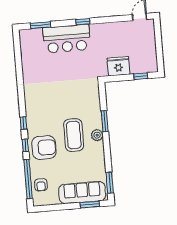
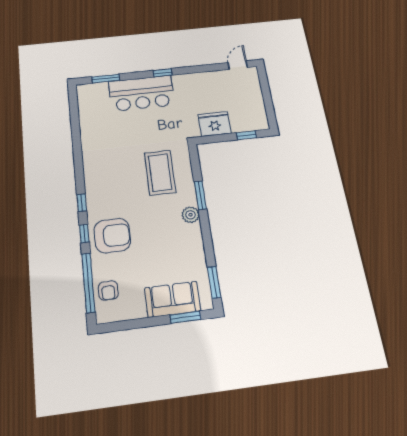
coffee table: (74, 135) -> (160, 173), moved
sofa: (82, 193) -> (173, 299), width x0.73

